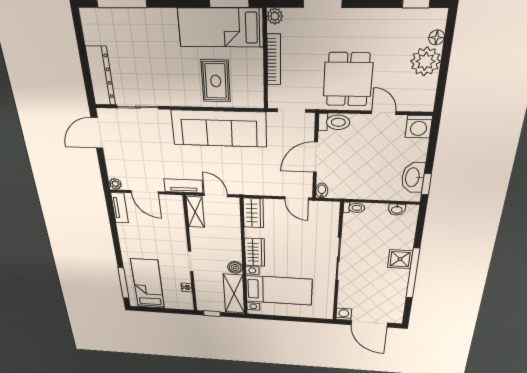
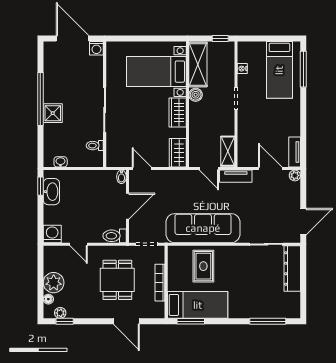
plant: (275, 16) -> (60, 313), moved
dining table: (348, 79) -> (117, 280), moved
toilet: (354, 208) -> (95, 146), moved

